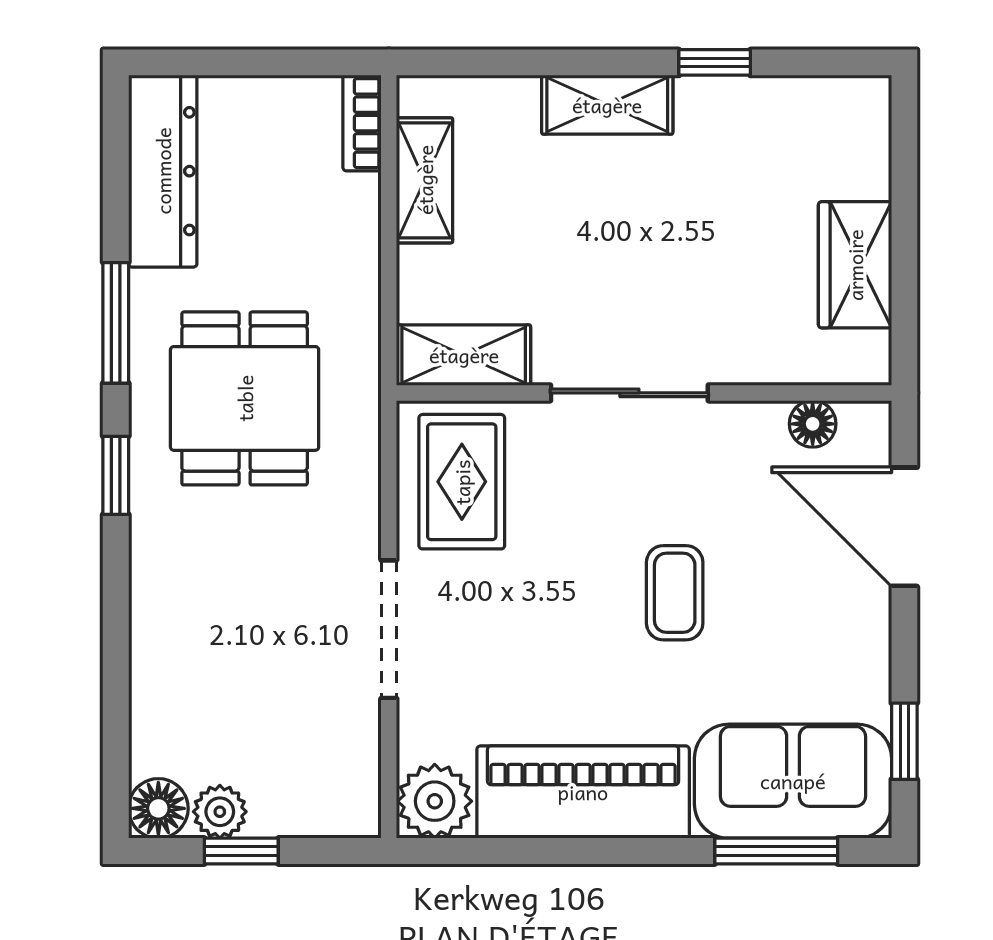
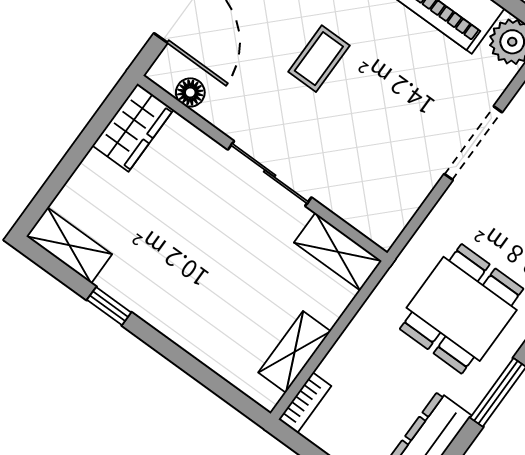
shelving: (607, 105) -> (69, 245), moved
wardrobe: (855, 265) -> (133, 128), moved
rug: (462, 482) -> (384, 190), removed

